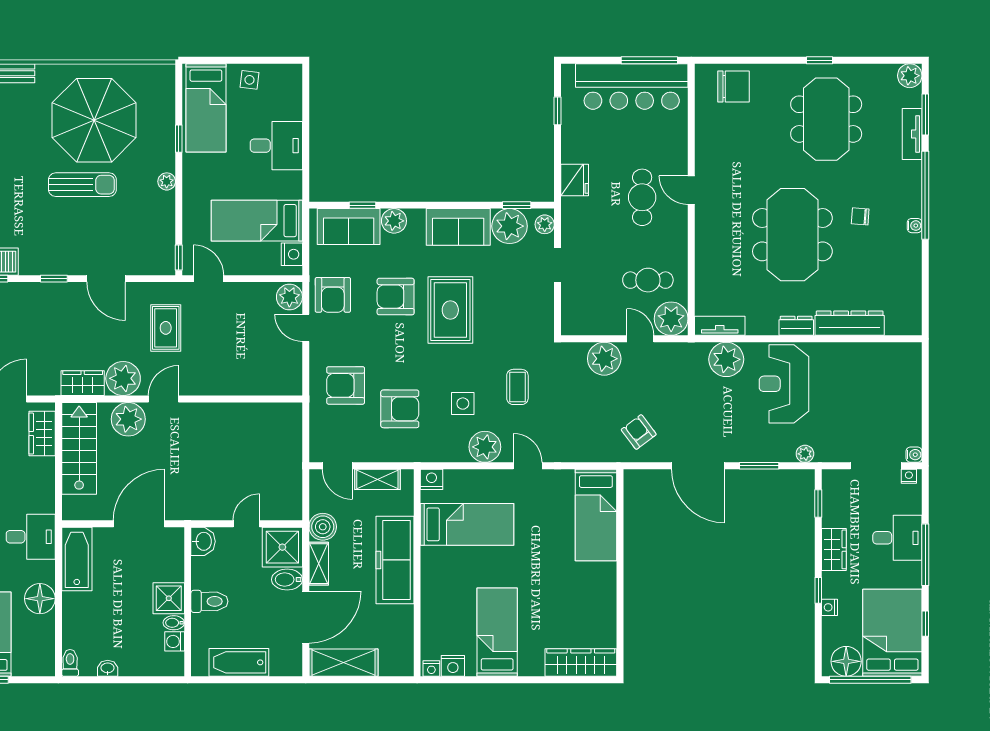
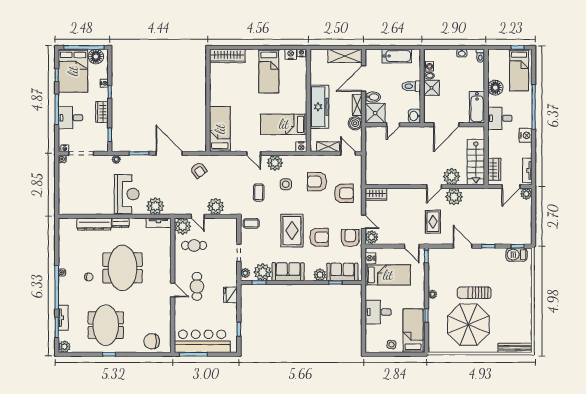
coffee table: (533, 324) -> (251, 223), added
wardrobe: (83, 383) -> (376, 194), moved

